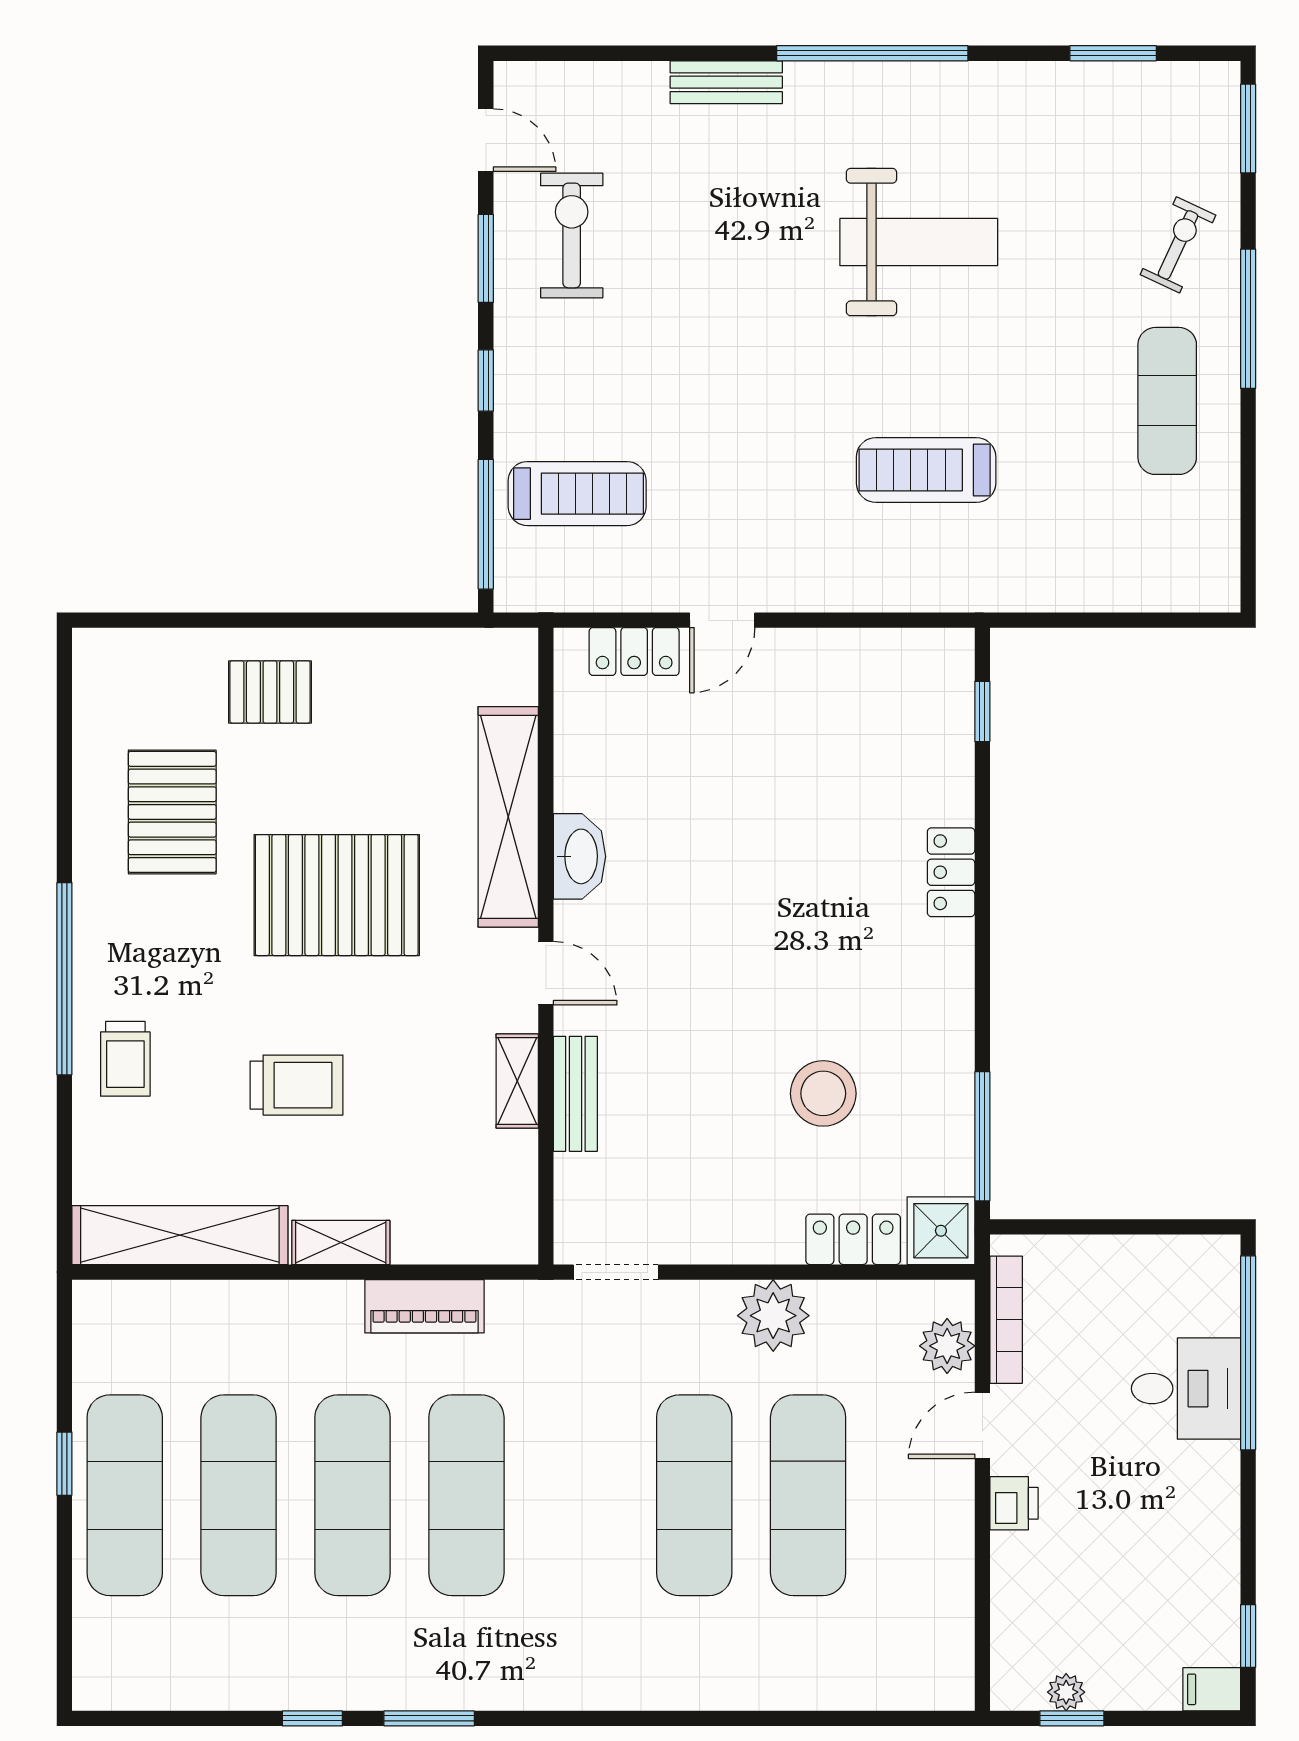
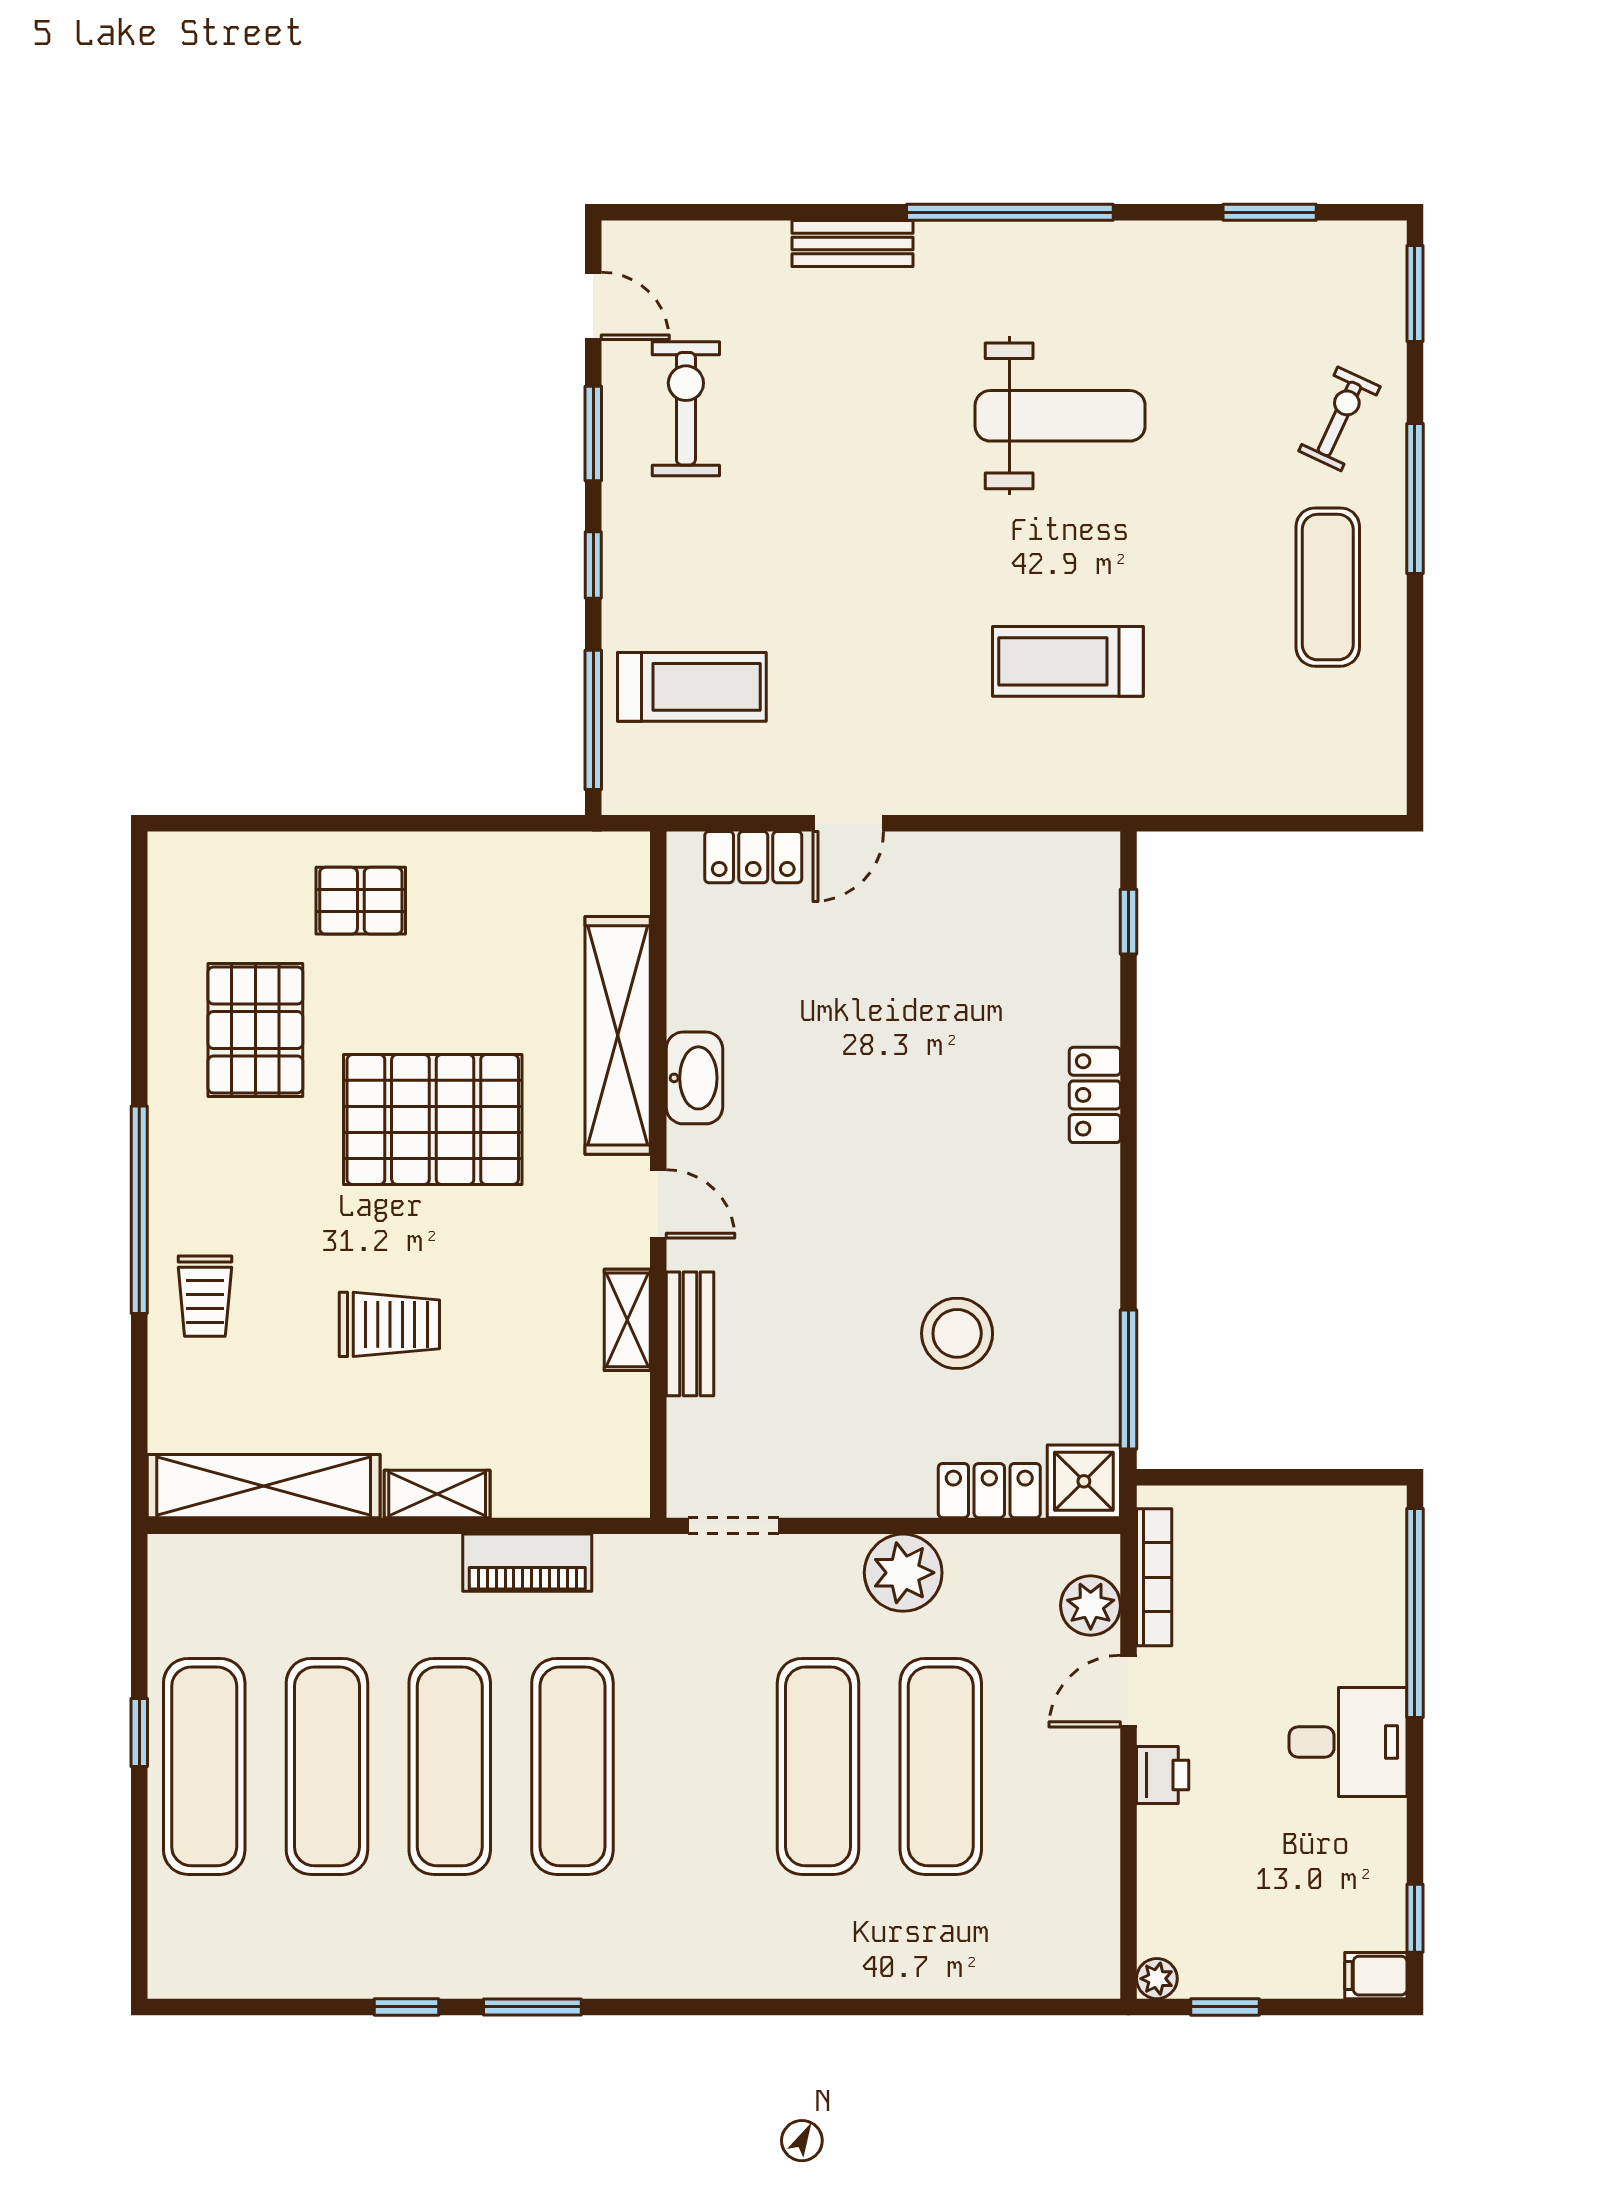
desk: (1186, 1389) -> (1348, 1742), moved
plant: (1066, 1692) -> (1157, 1979), moved

